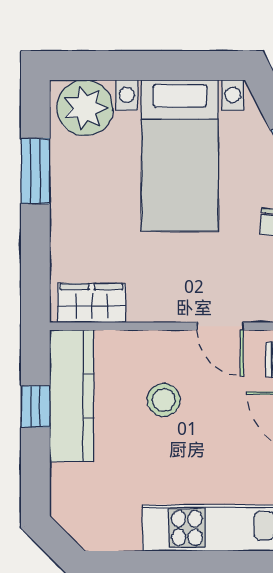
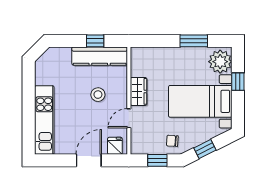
window: (133, 66) -> (238, 82), added
wardrobe: (92, 303) -> (138, 91), moved

